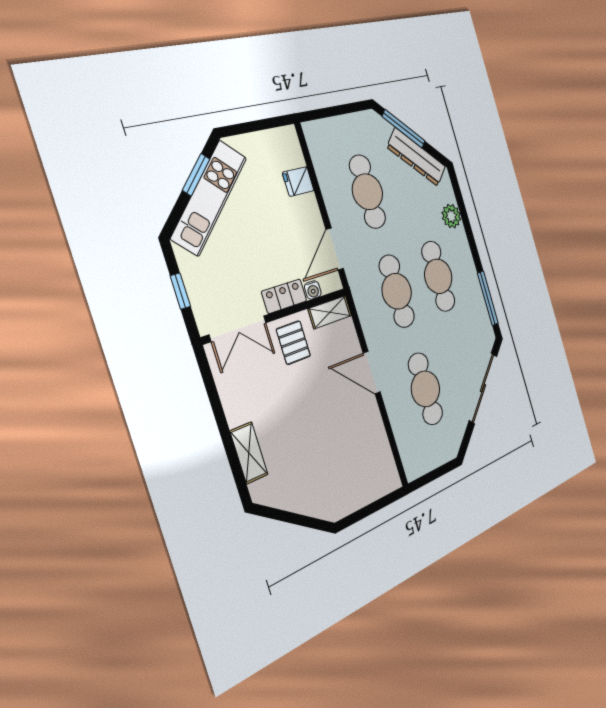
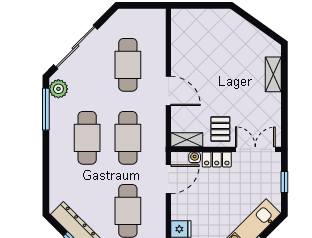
plant: (451, 216) -> (58, 89), moved

